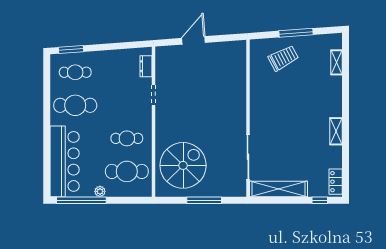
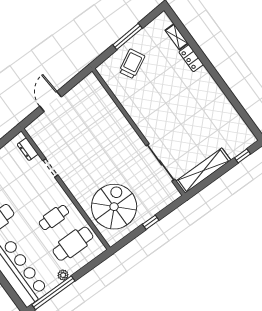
shelving: (336, 131) -> (216, 92), removed
locker: (336, 182) -> (191, 58), moved
window: (204, 200) -> (151, 222), width x0.46

